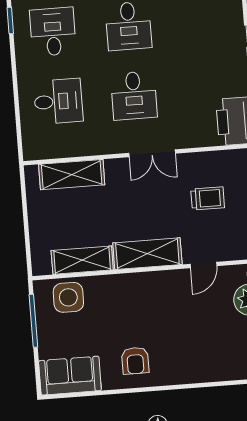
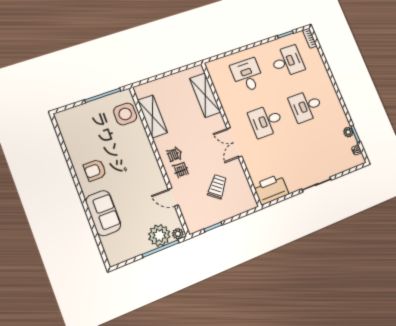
desk: (58, 101) -> (247, 75), turned 180
trolley: (208, 198) -> (217, 187), turned -141
shelving: (147, 254) -> (170, 158), removed
sofa: (70, 376) -> (103, 213), moved

